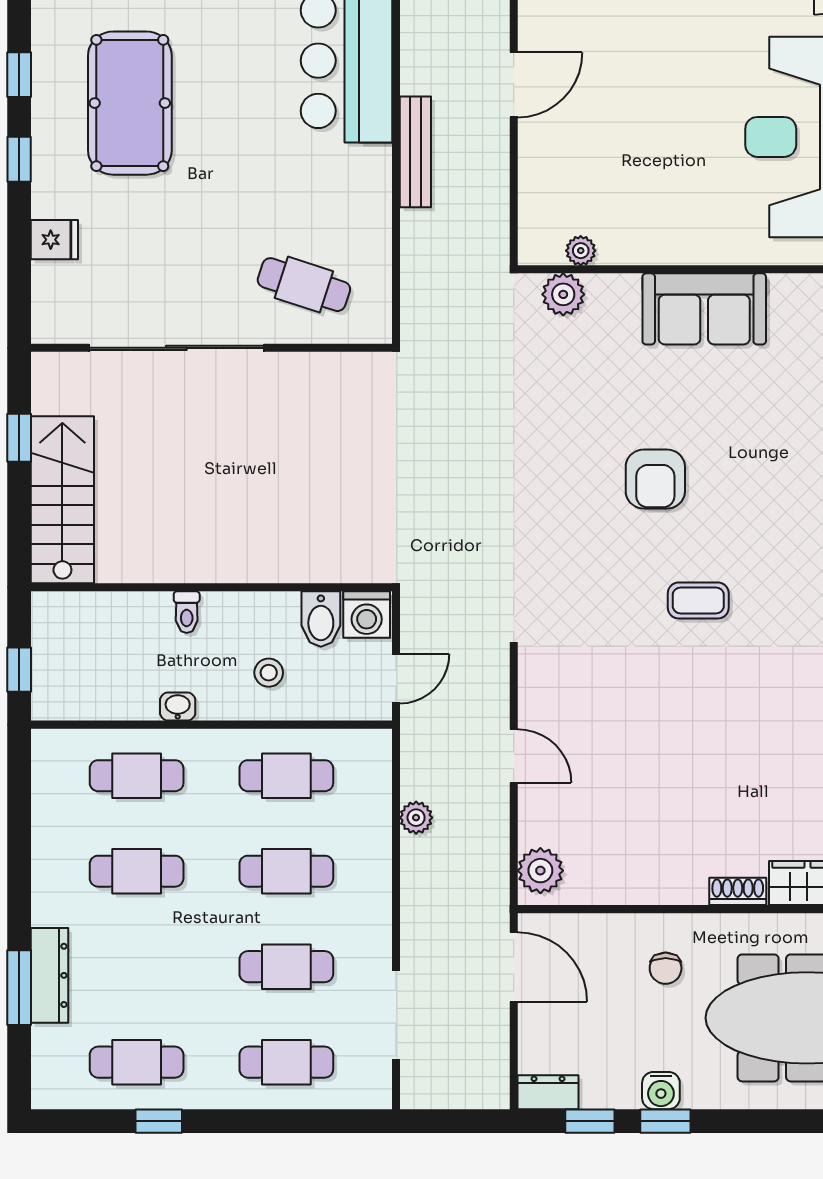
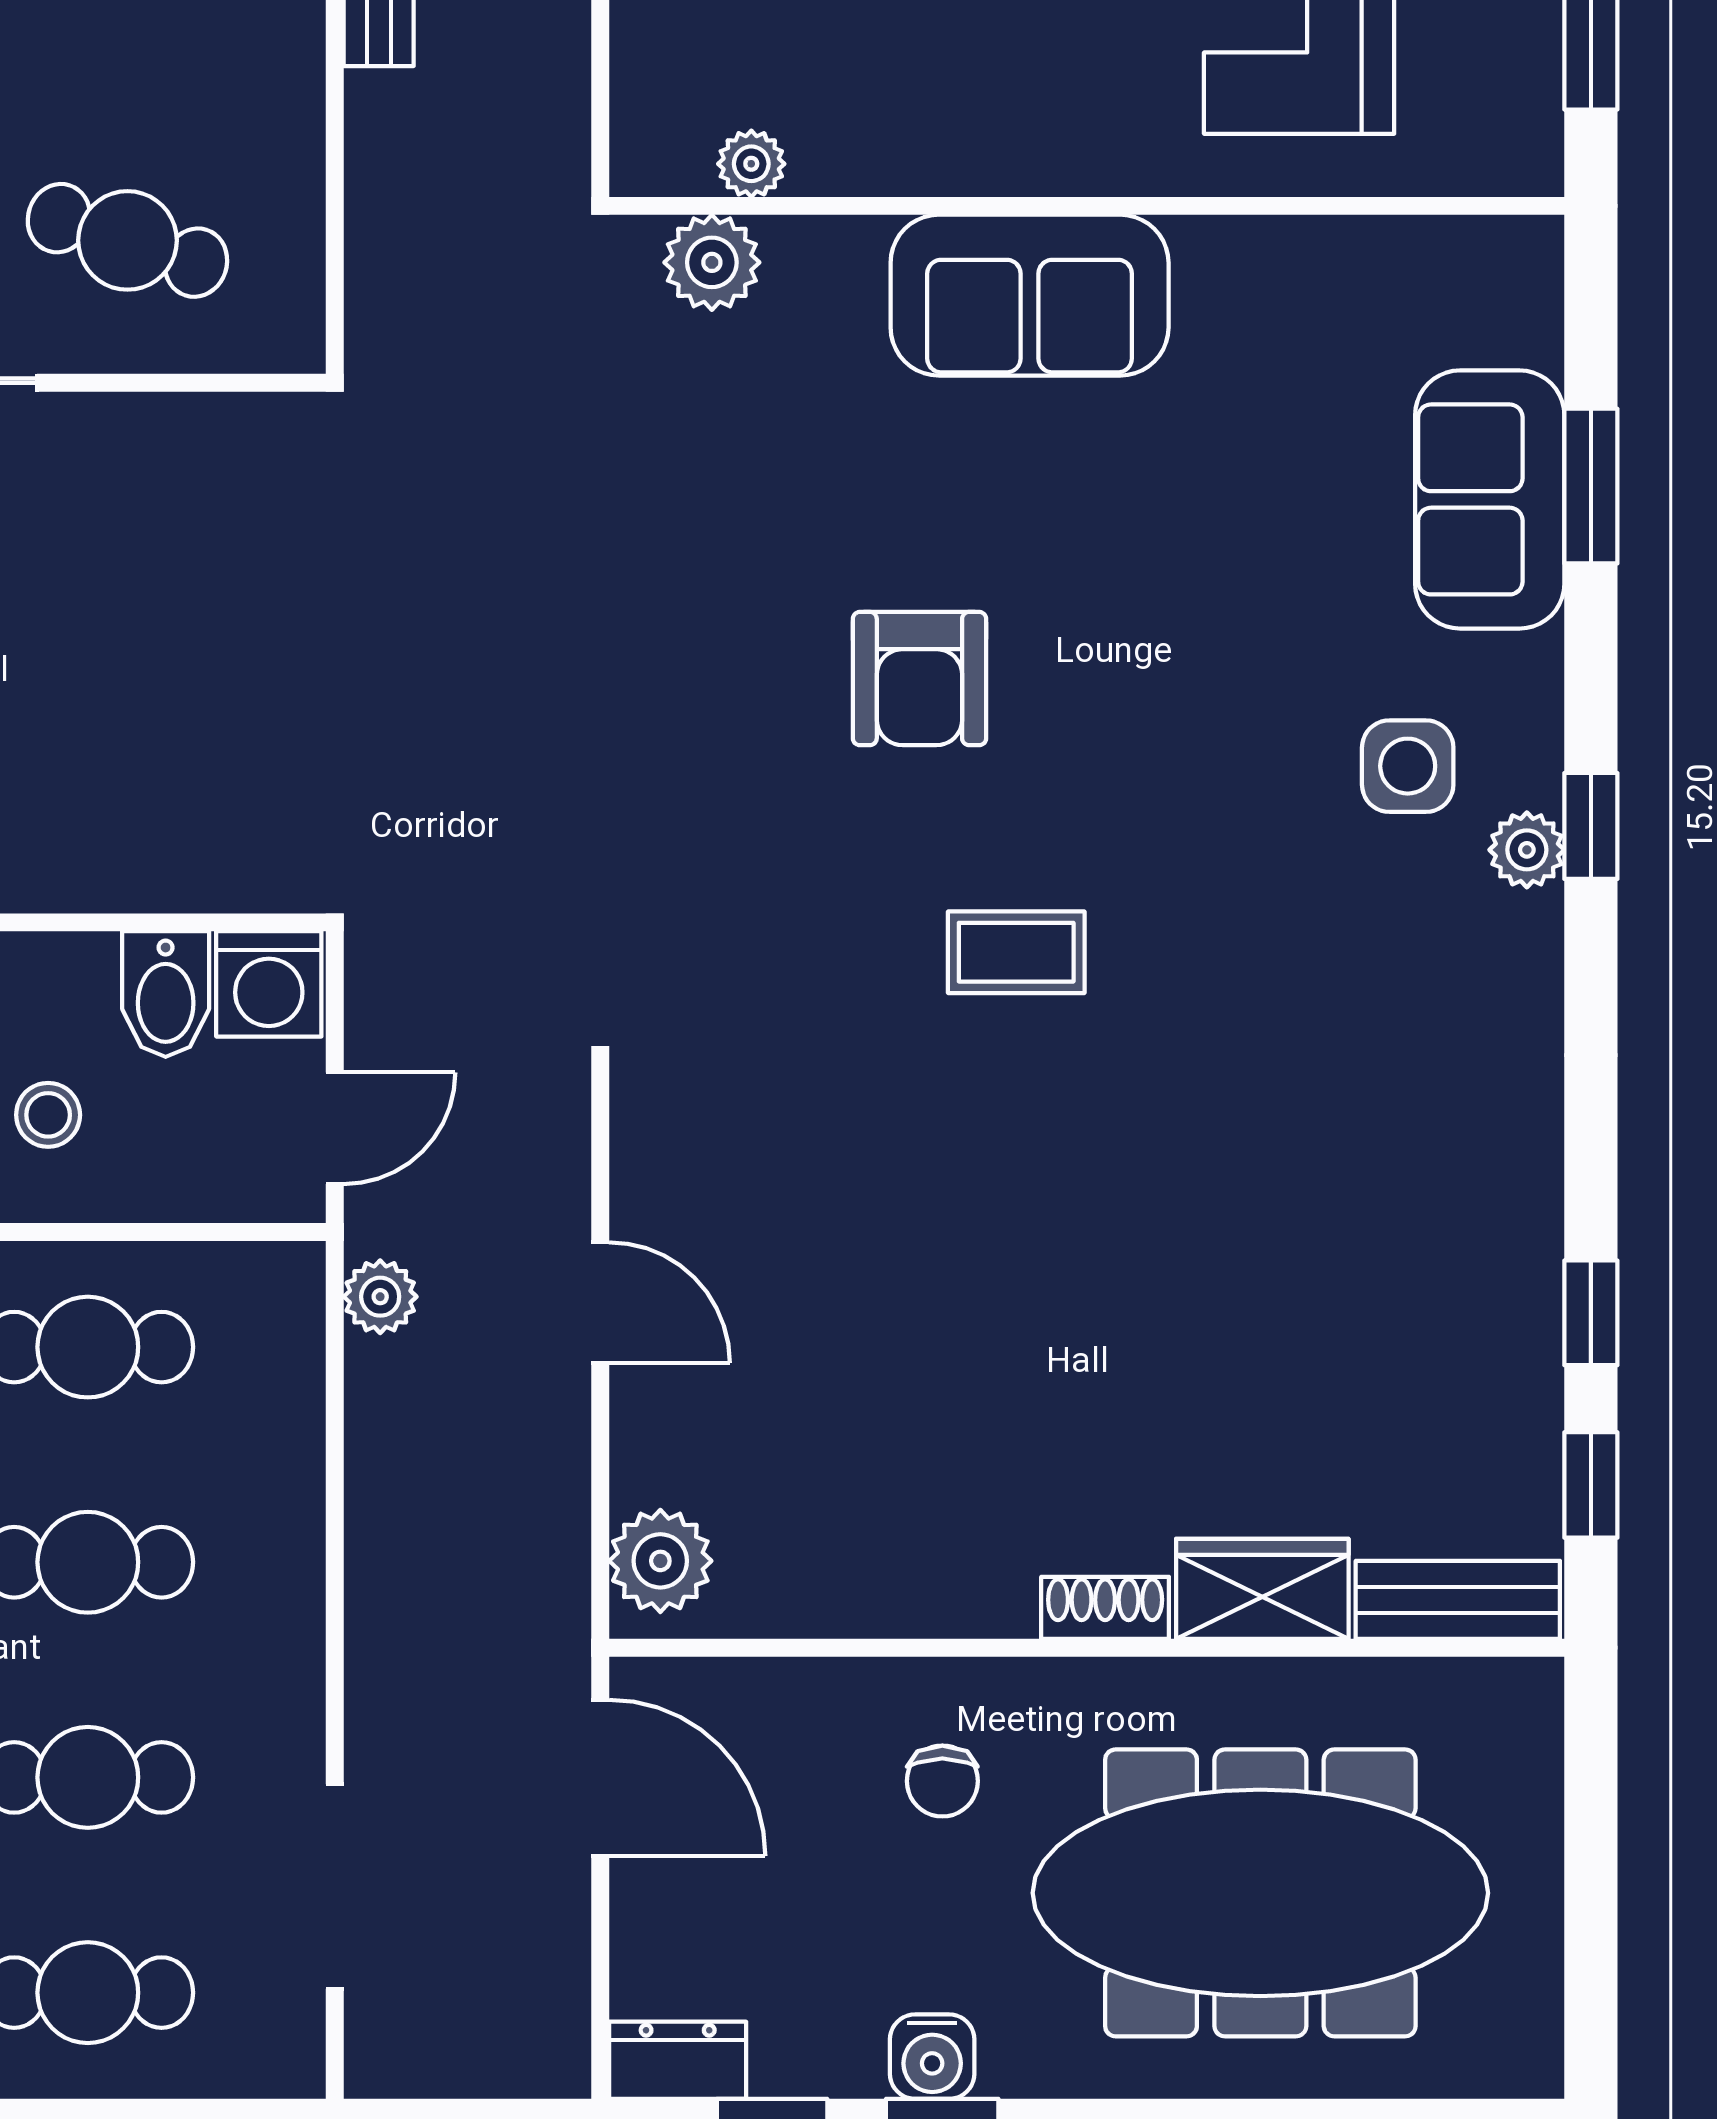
plant: (416, 818) -> (380, 1297), moved

